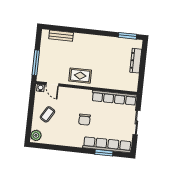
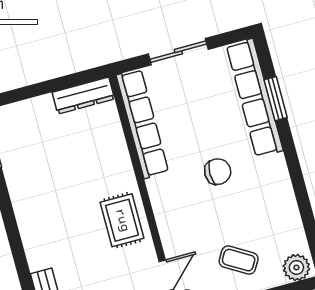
dresser: (136, 61) -> (83, 96), moved

